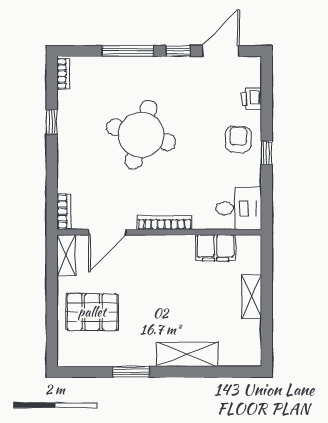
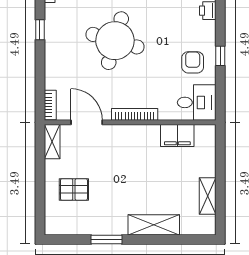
armchair: (238, 139) -> (193, 62), moved
door: (107, 232) -> (87, 122), swing flipped
shelving: (252, 297) -> (208, 196), moved
pallet: (92, 312) -> (74, 189), width x0.67, depth x0.71

